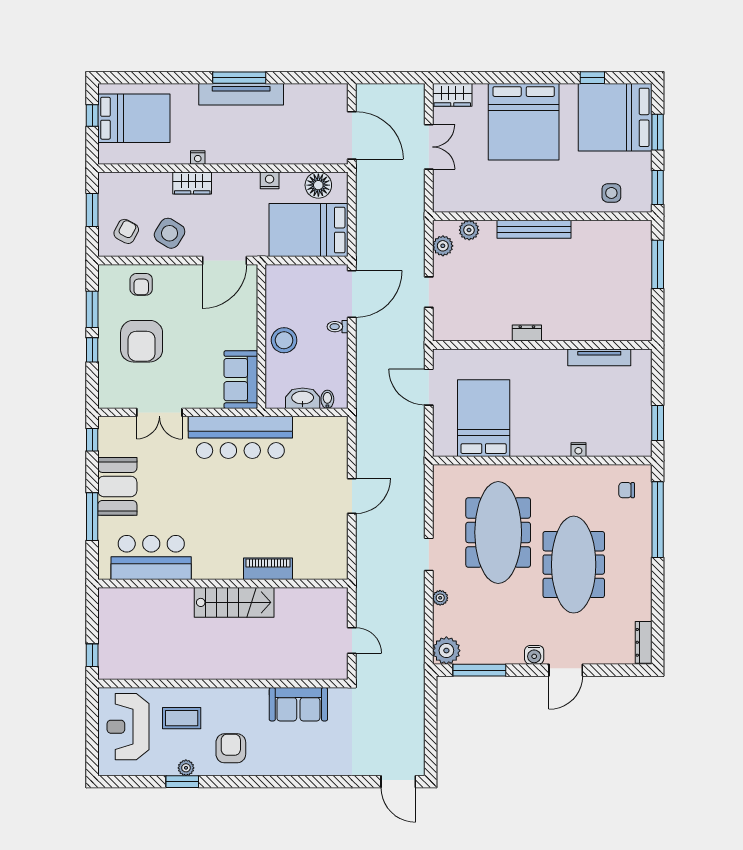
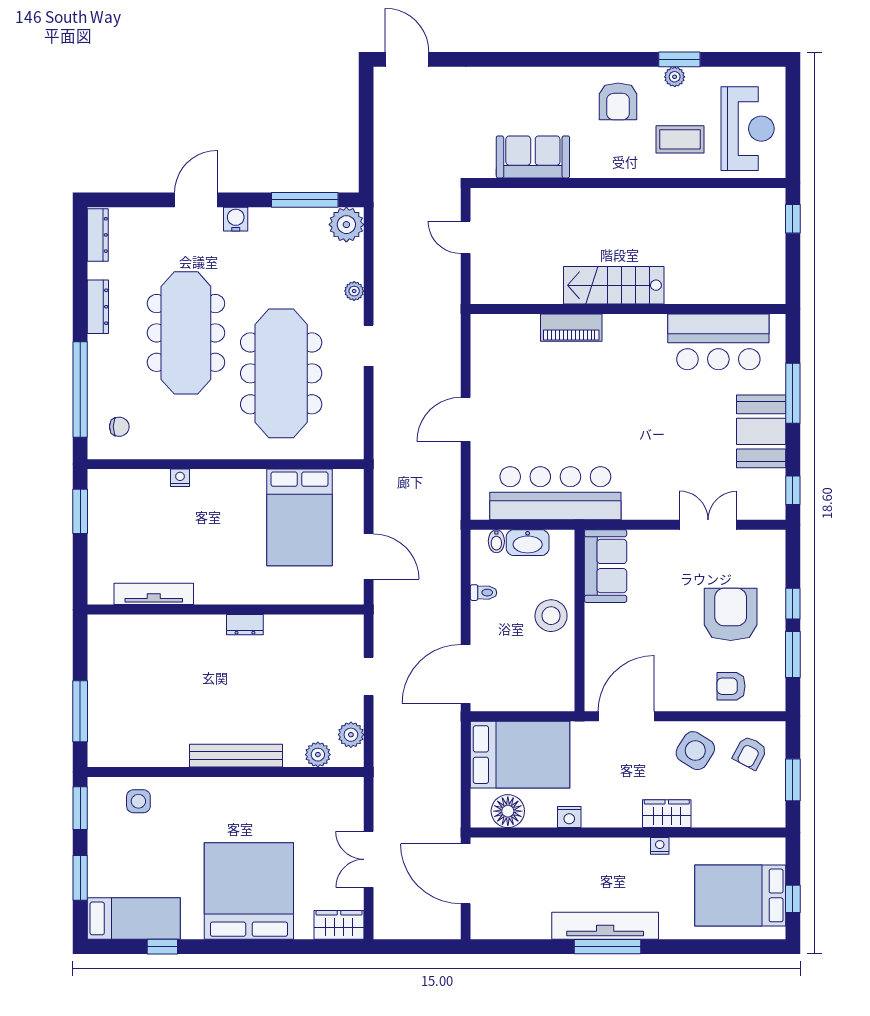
bed: (615, 117) -> (134, 918), width x0.49
armchair: (141, 284) -> (731, 686), turned -90
toilet: (338, 327) -> (484, 593), moved
bar counter: (240, 437) -> (555, 493), moved
dresser: (644, 585) -> (98, 307), added

